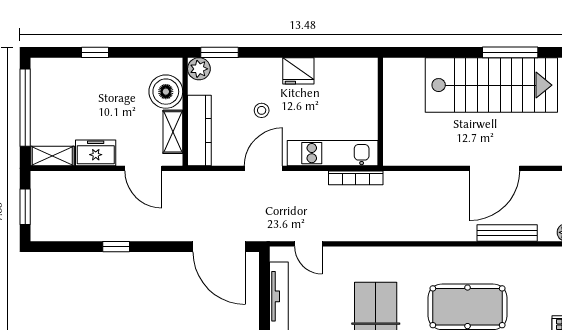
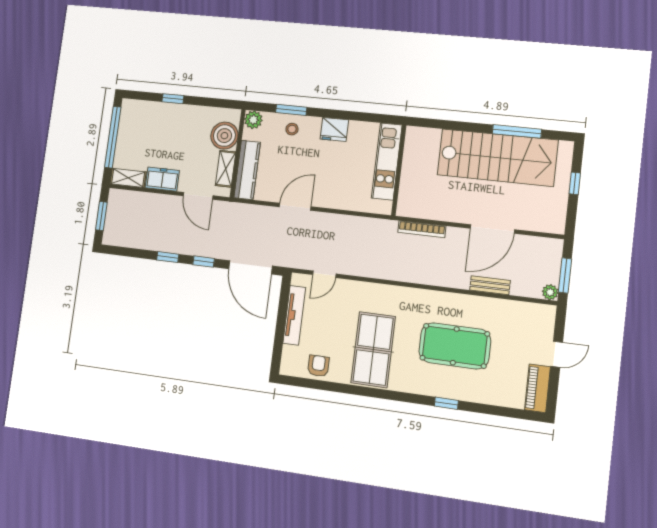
window: (219, 52) -> (291, 110), moved
stool: (262, 110) -> (292, 129), moved
kitchen unit: (333, 153) -> (387, 161), moved, turned -90
bookcase: (356, 178) -> (422, 229), moved
bench: (507, 233) -> (490, 285), width x0.73
door: (308, 244) -> (324, 274), hinge flipped
window: (161, 247) -> (204, 262), added

